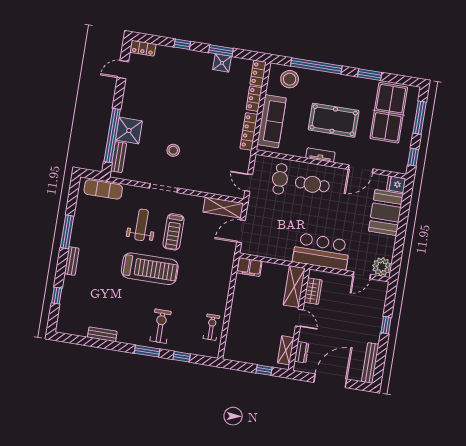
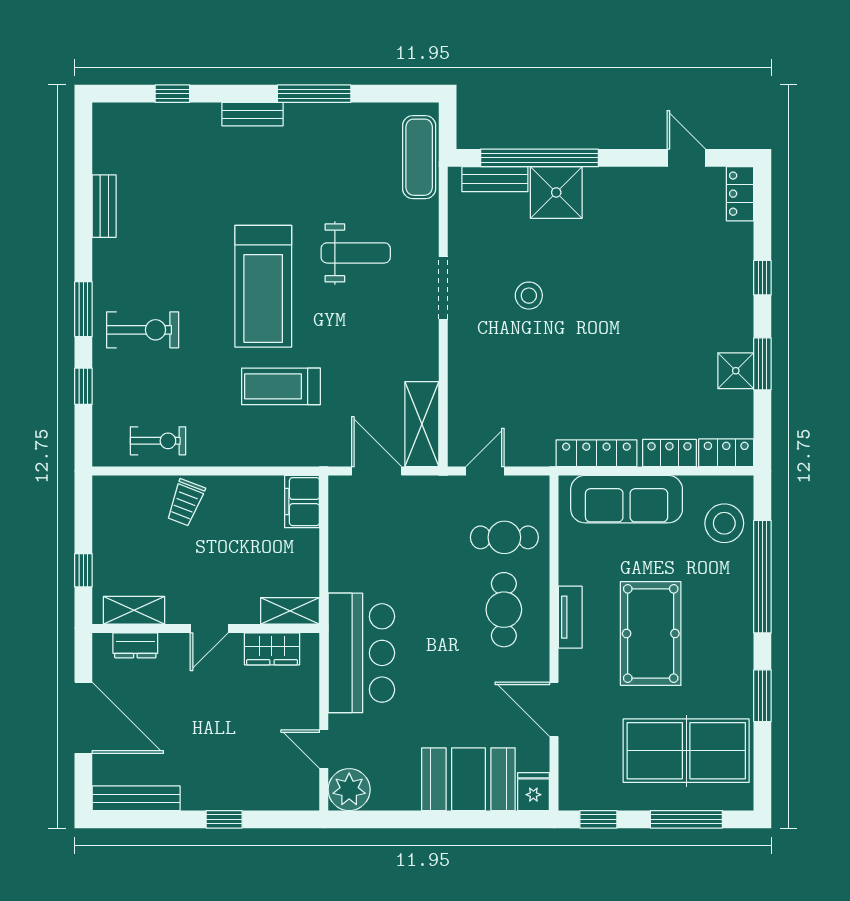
treadmill: (173, 232) -> (281, 386), moved
shelving: (294, 287) -> (290, 611), width x0.67, depth x0.75
trolley: (241, 319) -> (186, 503), added

